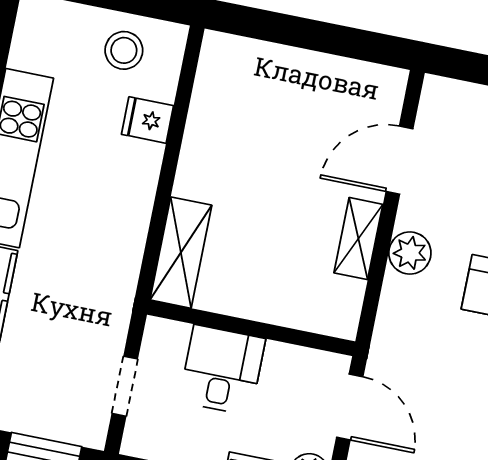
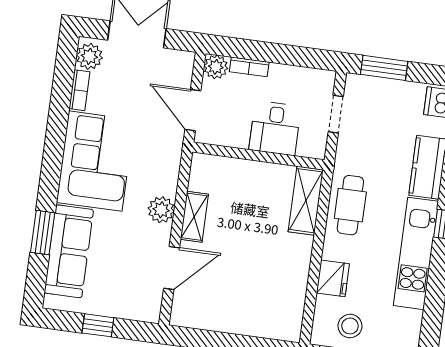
fridge: (148, 120) -> (333, 278), width x1.38
cafe table: (111, 241) -> (350, 205), added

